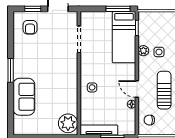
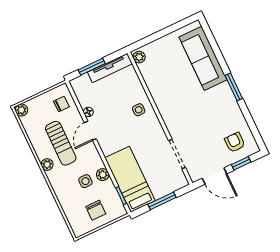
window: (118, 9) -> (162, 201), moved
chair: (162, 26) -> (96, 210), added
door: (137, 89) -> (90, 131), swing flipped
sofa: (24, 97) -> (203, 58), width x1.36
plant: (68, 123) -> (139, 57), width x0.53, depth x0.53

